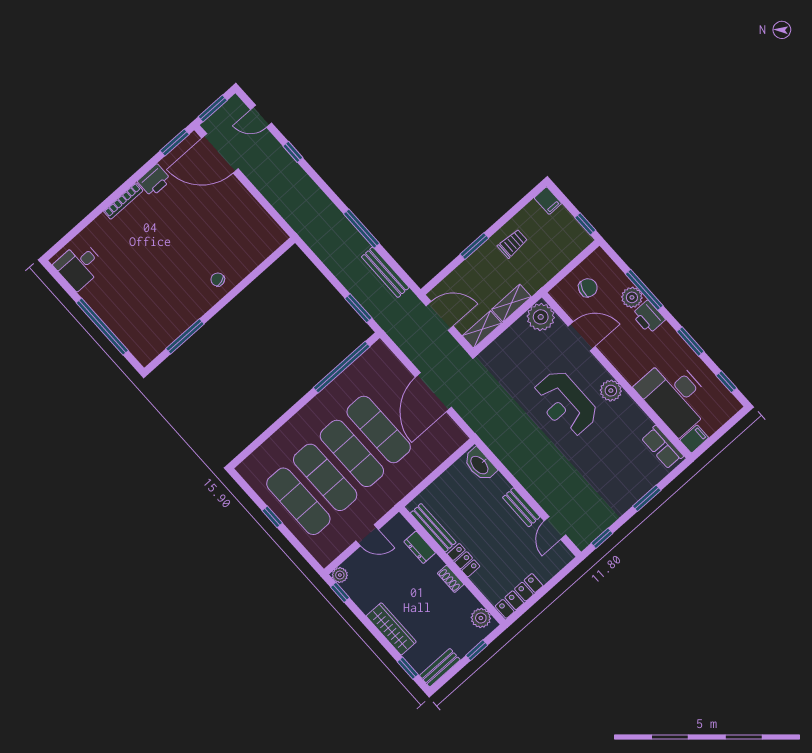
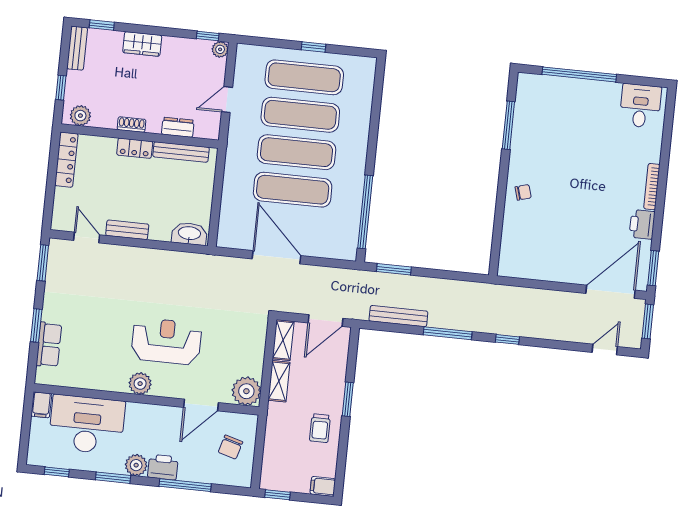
window: (293, 152) -> (507, 339), moved
plant: (632, 297) -> (136, 465), moved
row of seats: (662, 447) -> (49, 345), moved, turned 90
window: (602, 538) -> (43, 263), width x1.50
wardrobe: (391, 629) -> (142, 44), width x0.67

